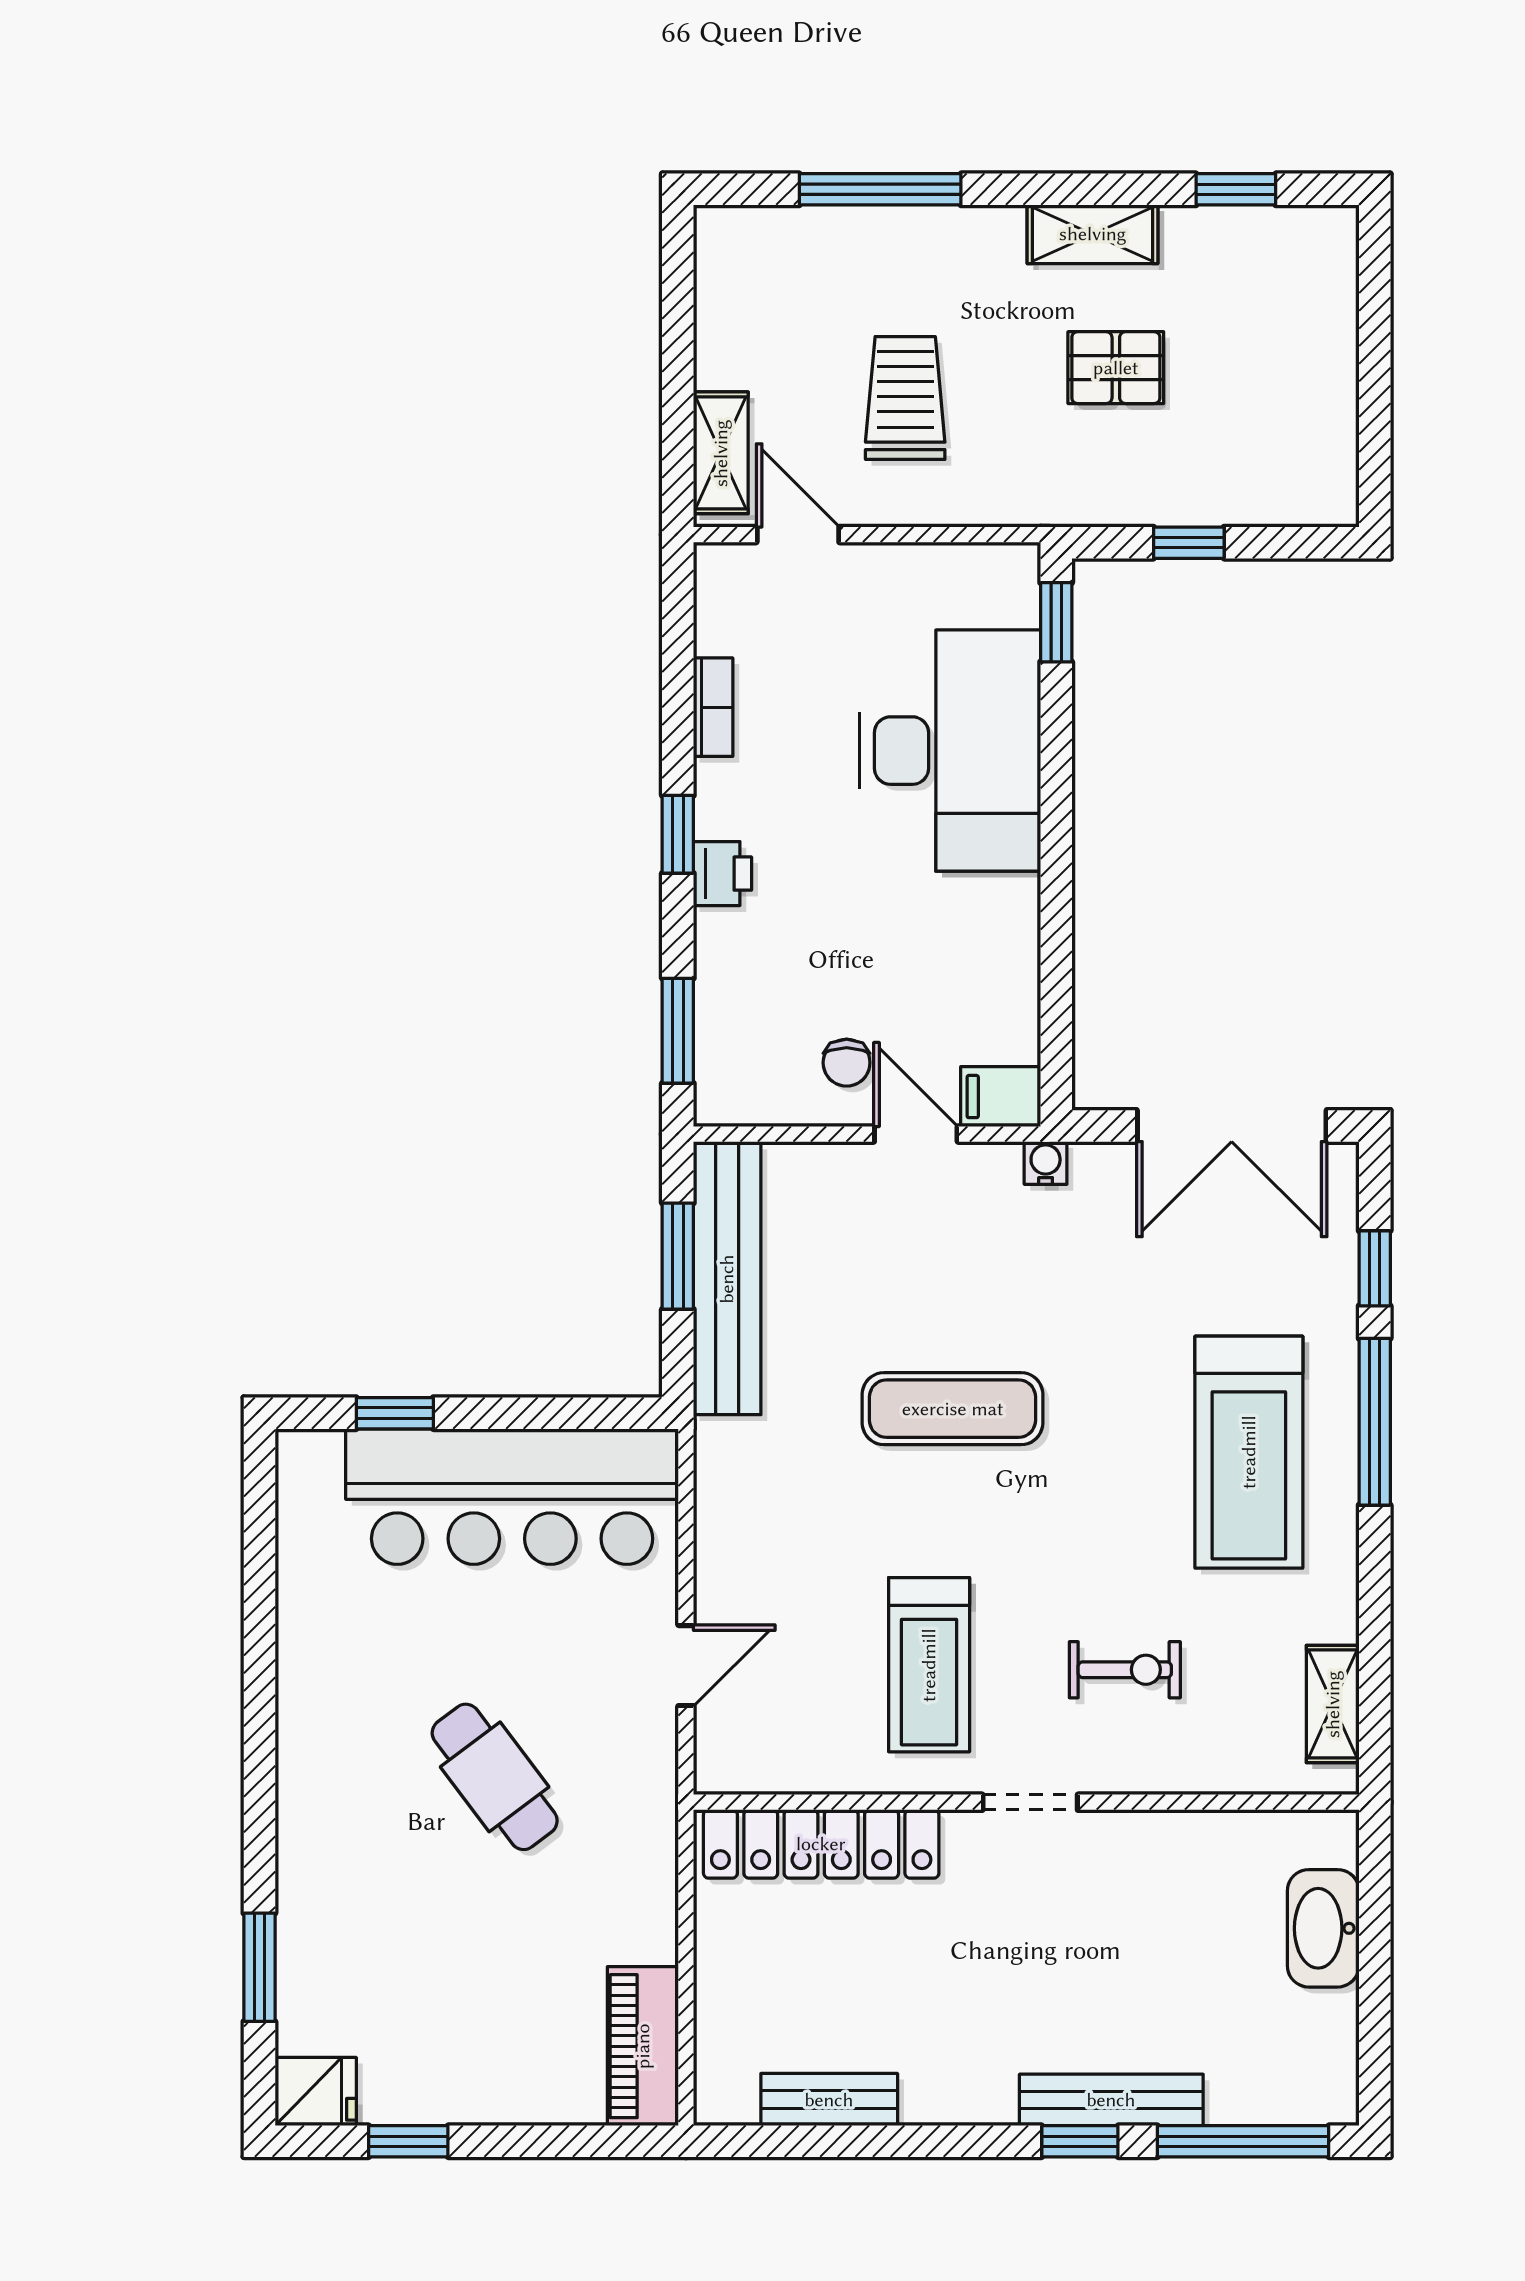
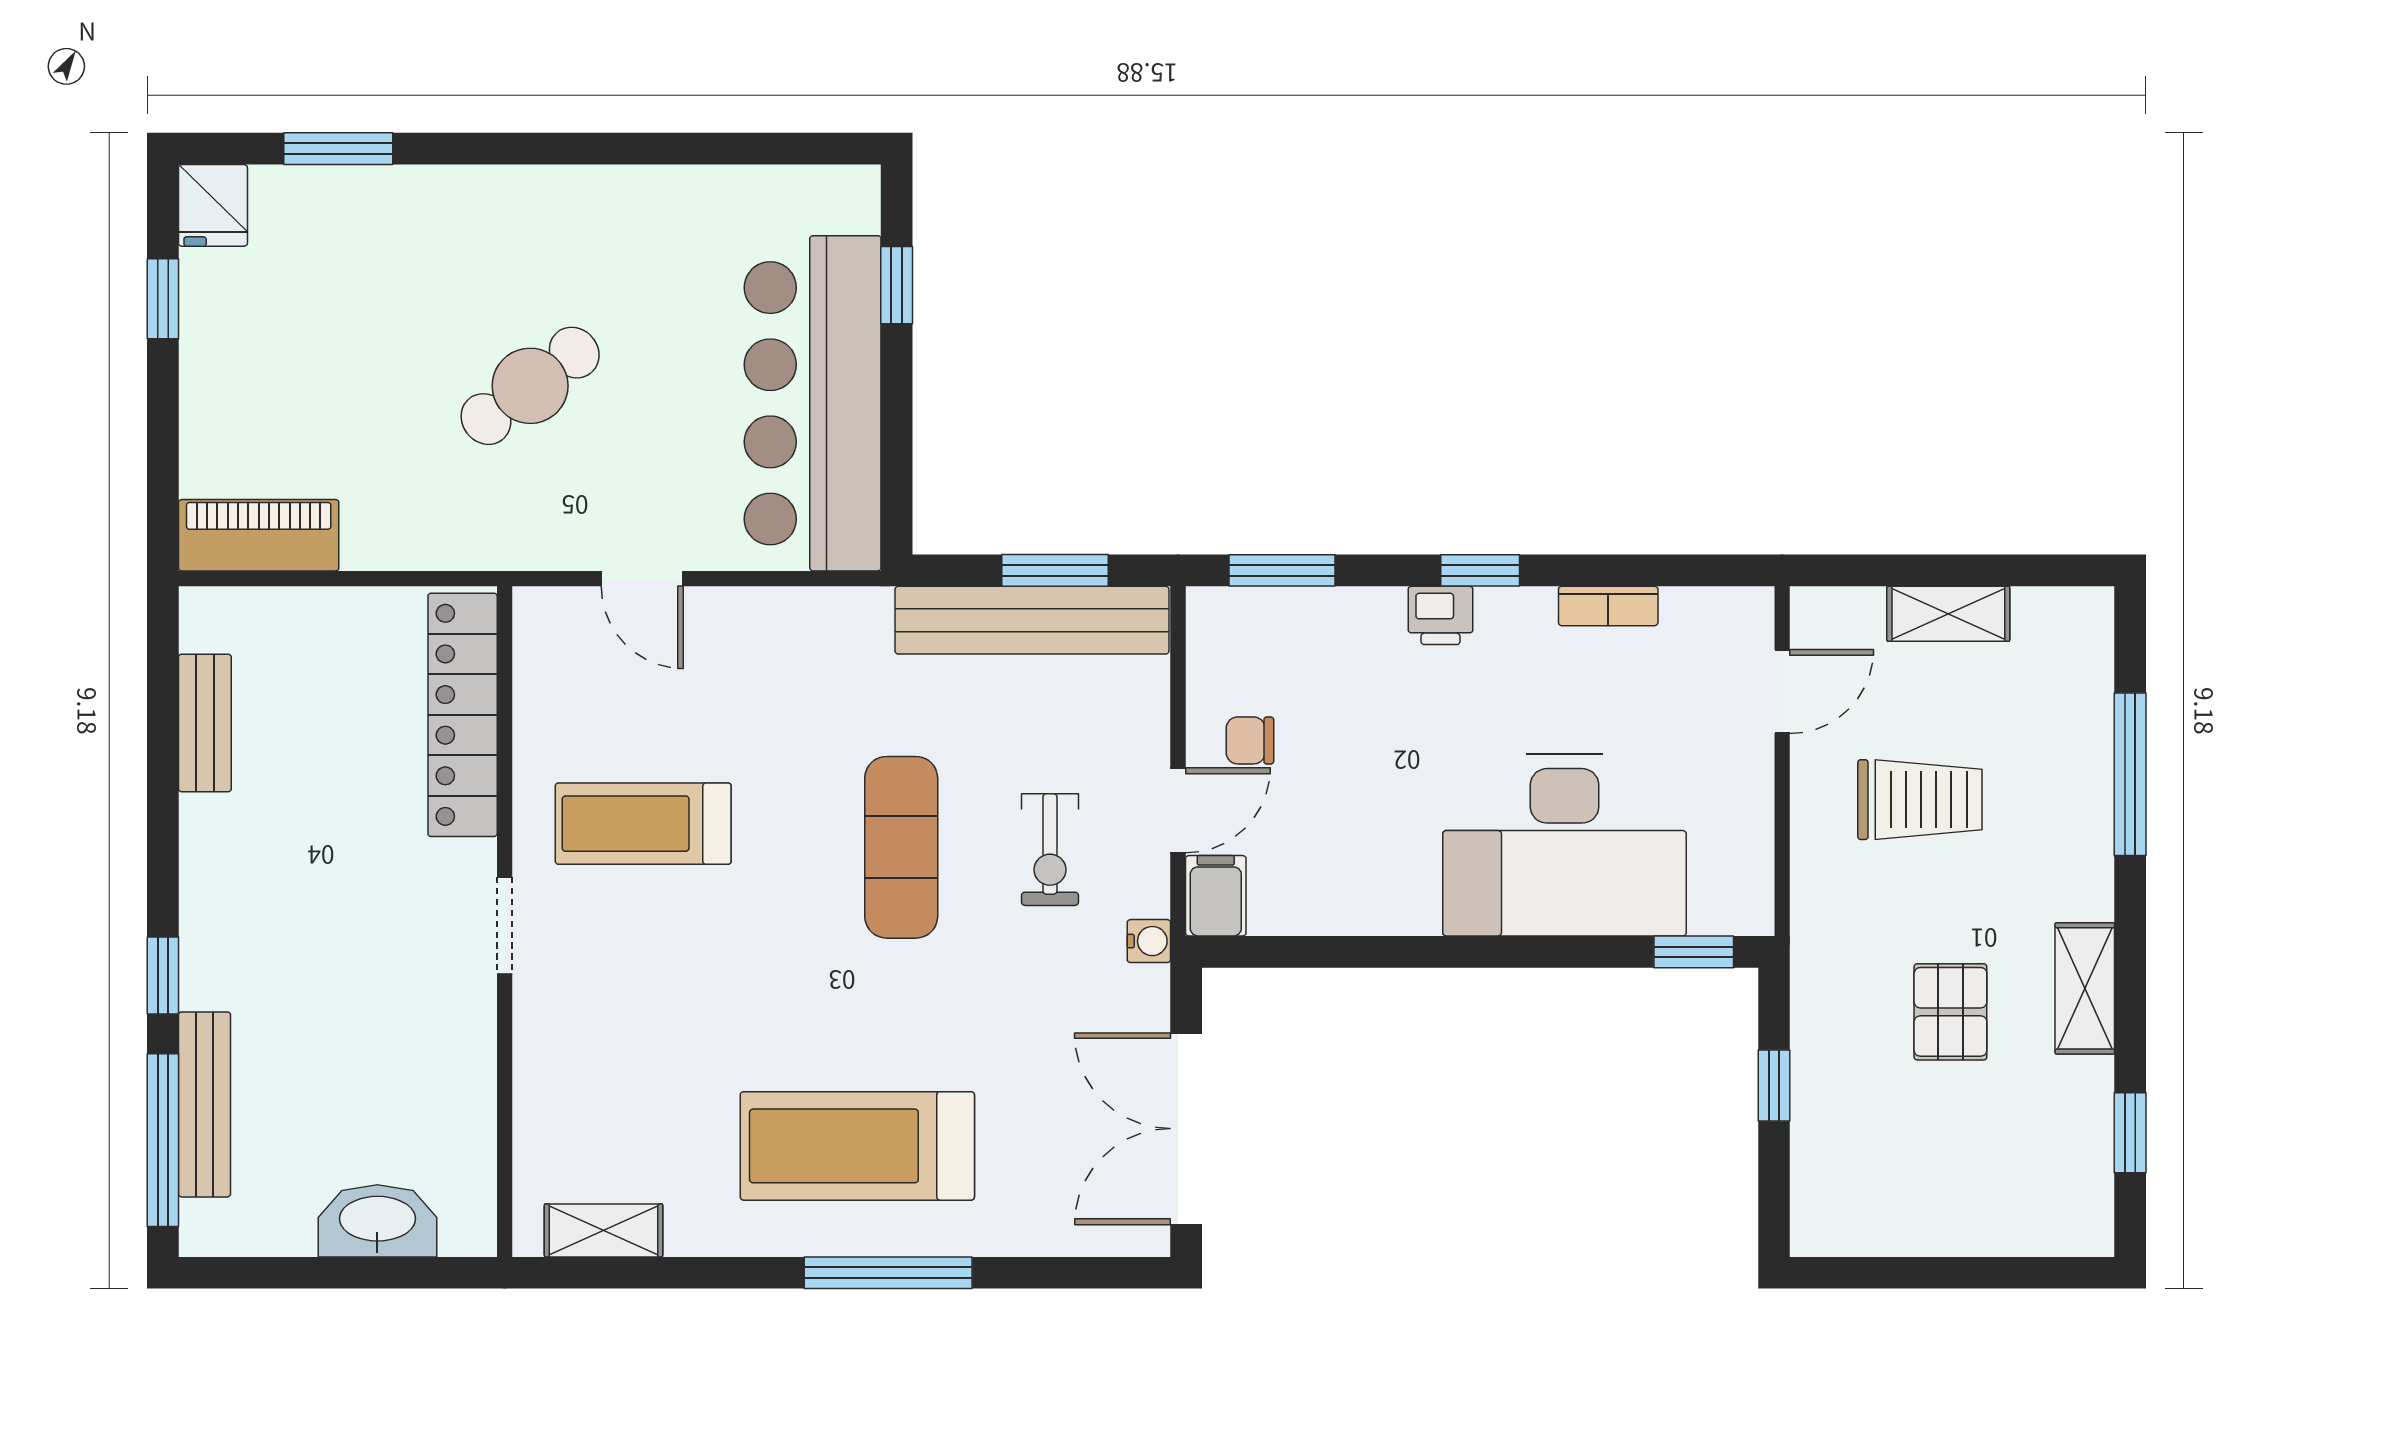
shelving: (721, 453) -> (1948, 614), moved
window: (1375, 1268) -> (1043, 1273), removed
exercise bike: (1125, 1670) -> (1050, 850), moved
bench: (1111, 2100) -> (205, 1104), moved

